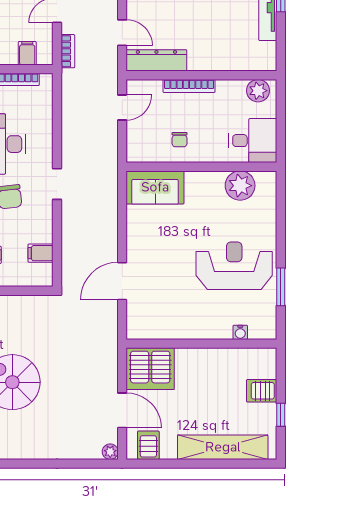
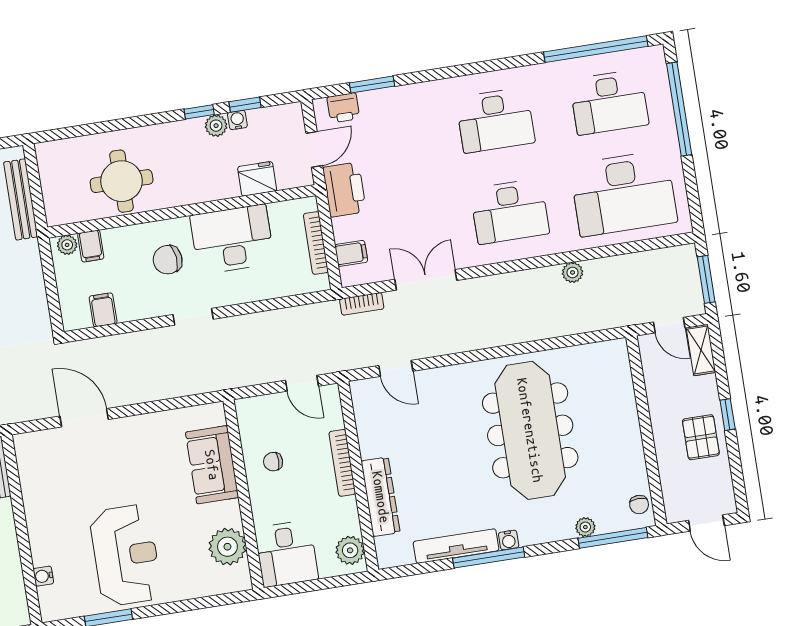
door: (122, 33) -> (396, 368), hinge flipped
dresser: (156, 60) -> (381, 497), moved
sofa: (155, 187) -> (212, 465), moved

